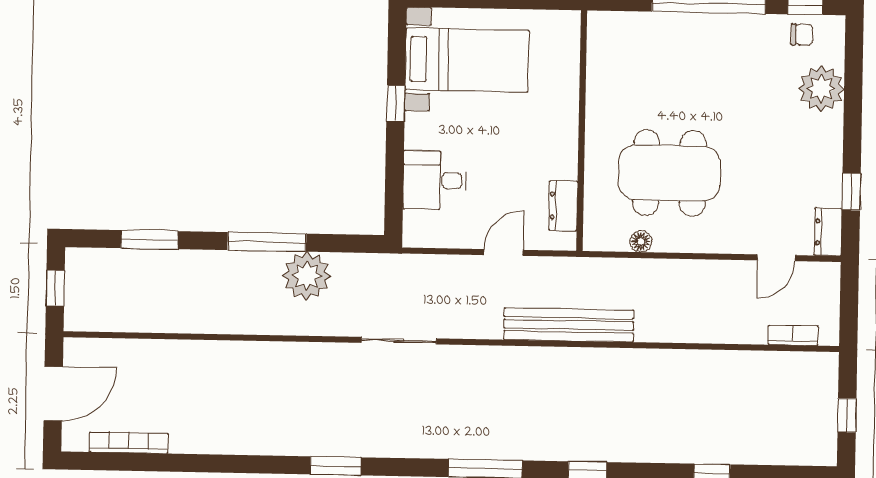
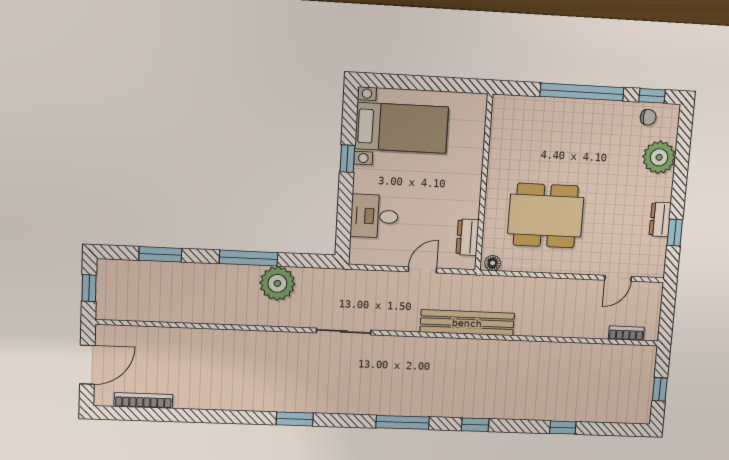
dresser: (828, 232) -> (660, 219), moved
floor lamp: (641, 241) -> (493, 263), moved

